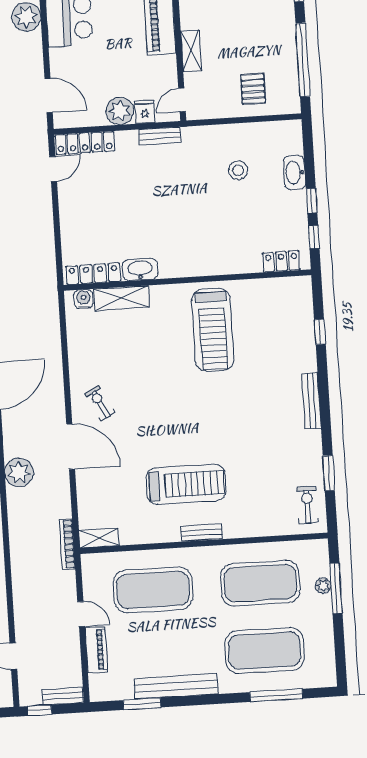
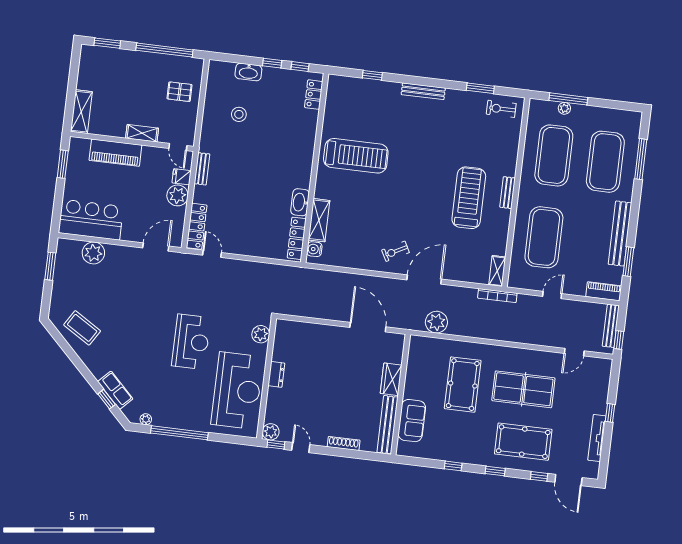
piano: (96, 650) -> (604, 291), moved
bench: (63, 696) -> (611, 326), width x1.36

